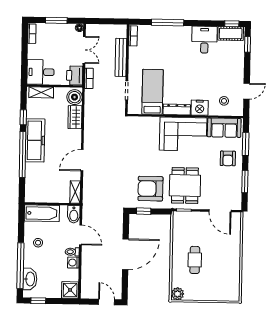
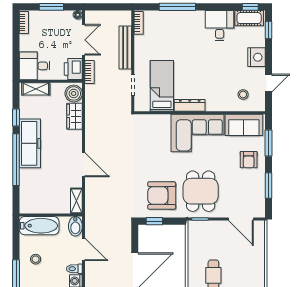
nightstand: (200, 108) -> (256, 57), moved, turned -90
door: (82, 160) -> (84, 165), swing flipped

